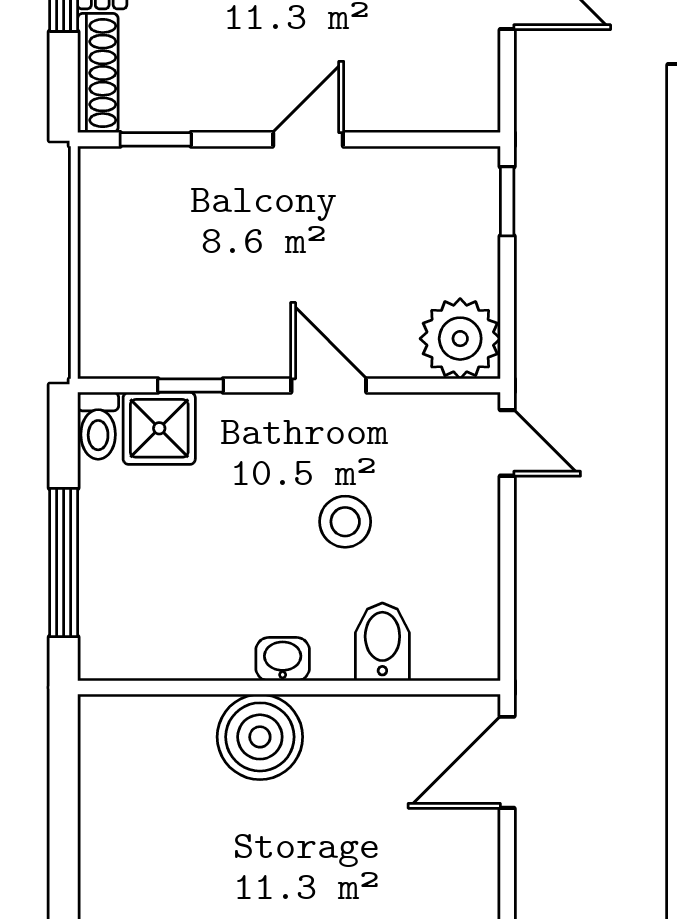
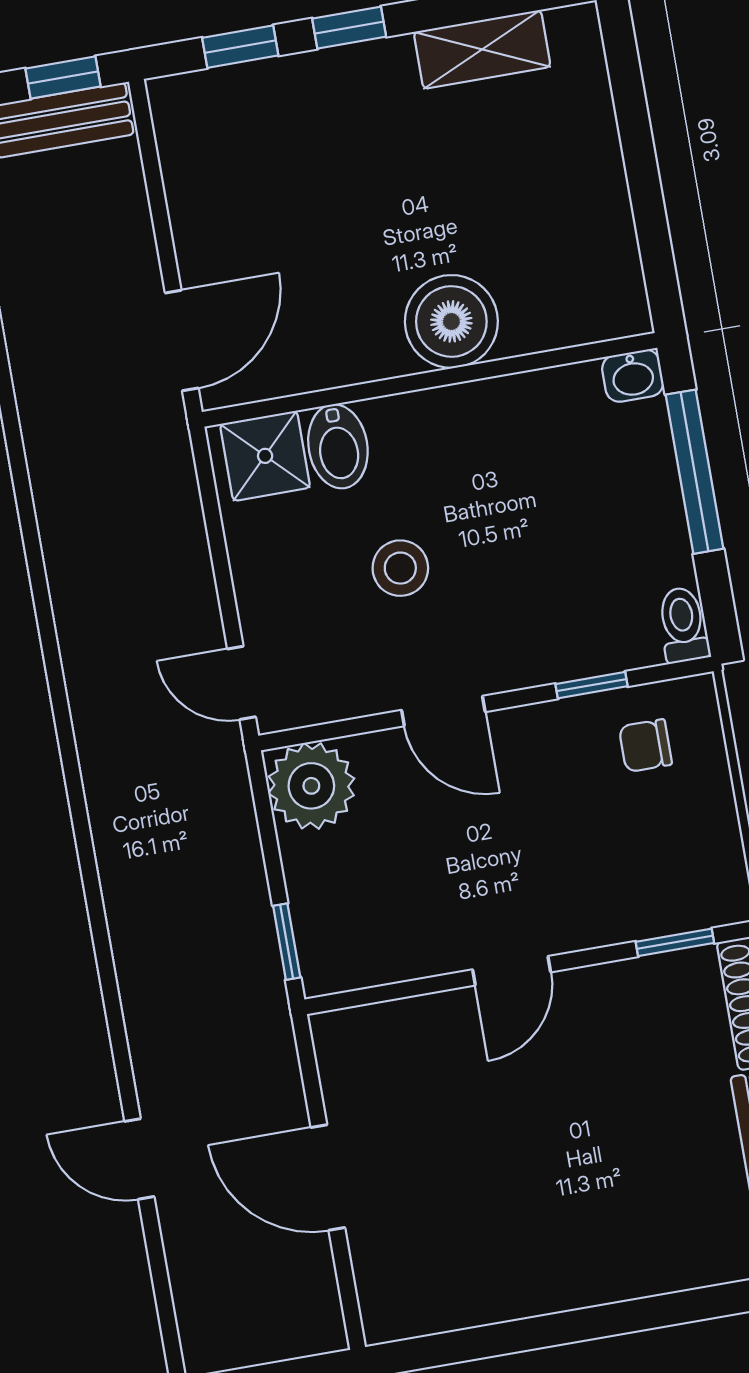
chair: (151, 322) -> (645, 746), added
shower: (159, 428) -> (265, 456), moved
washbasin: (283, 659) -> (633, 376), moved

